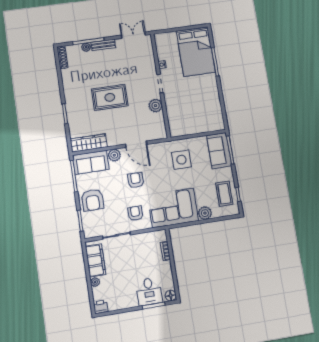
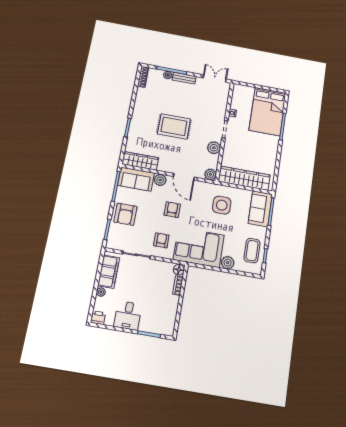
wardrobe: (194, 126) -> (244, 178), added
plant: (161, 133) -> (210, 174), added
desk: (149, 291) -> (128, 315), moved
floor lamp: (171, 296) -> (179, 270), moved

